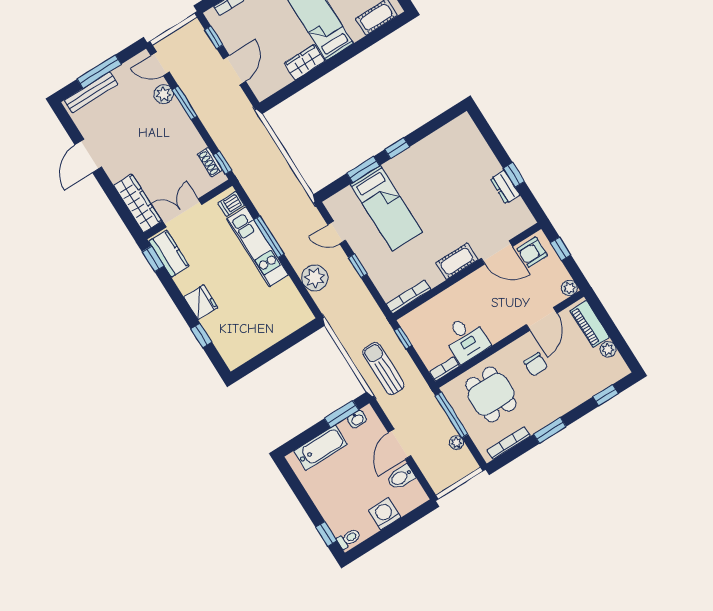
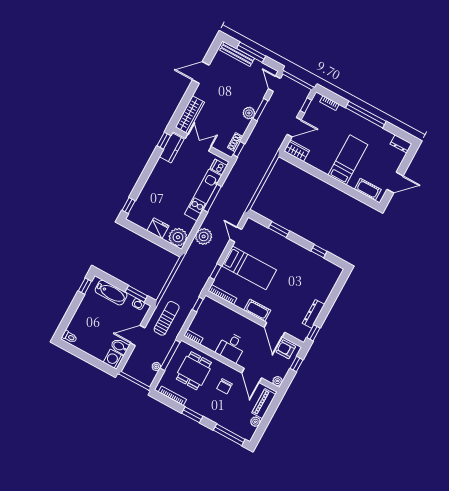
wardrobe: (305, 62) -> (297, 151), moved
plant: (164, 94) -> (249, 113), moved
window: (397, 148) -> (319, 251), moved
window: (514, 175) -> (313, 333), moved
dresser: (505, 187) -> (314, 314), width x1.44
bed: (386, 208) -> (249, 268), moved, turned -90
window: (358, 266) -> (216, 272), moved
fridge: (201, 302) -> (158, 228), moved, turned -90
plant: (296, 314) -> (178, 237), added
door: (542, 319) -> (252, 375), hinge flipped
window: (201, 335) -> (129, 206), moved
desk: (466, 339) -> (231, 347), moved
sun lounger: (383, 369) -> (167, 318), moved
window: (606, 395) -> (229, 435), width x2.17
washing machine: (385, 514) -> (113, 359), moved, turned -90
window: (326, 534) -> (85, 286), moved

